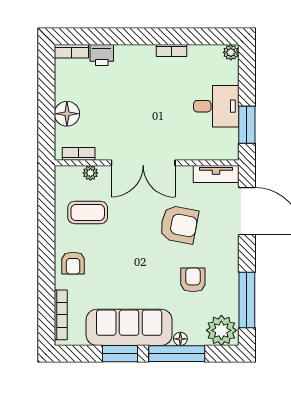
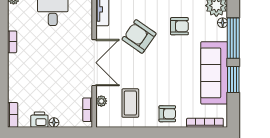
printer: (102, 55) -> (39, 120), moved, turned -90
floor lamp: (67, 114) -> (54, 123), width x0.53, depth x0.53
armchair: (179, 225) -> (139, 36), turned -66
armchair: (193, 280) -> (179, 26), turned 180
floor lamp: (180, 339) -> (223, 23), moved

